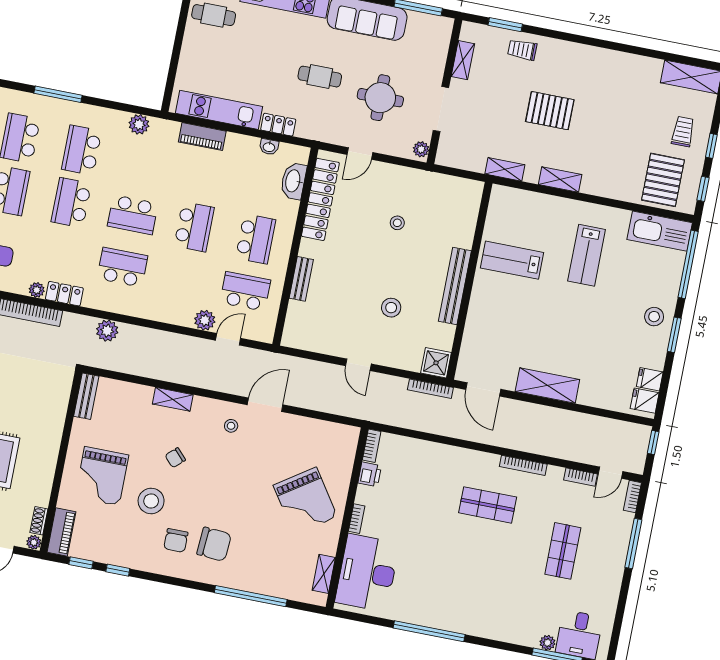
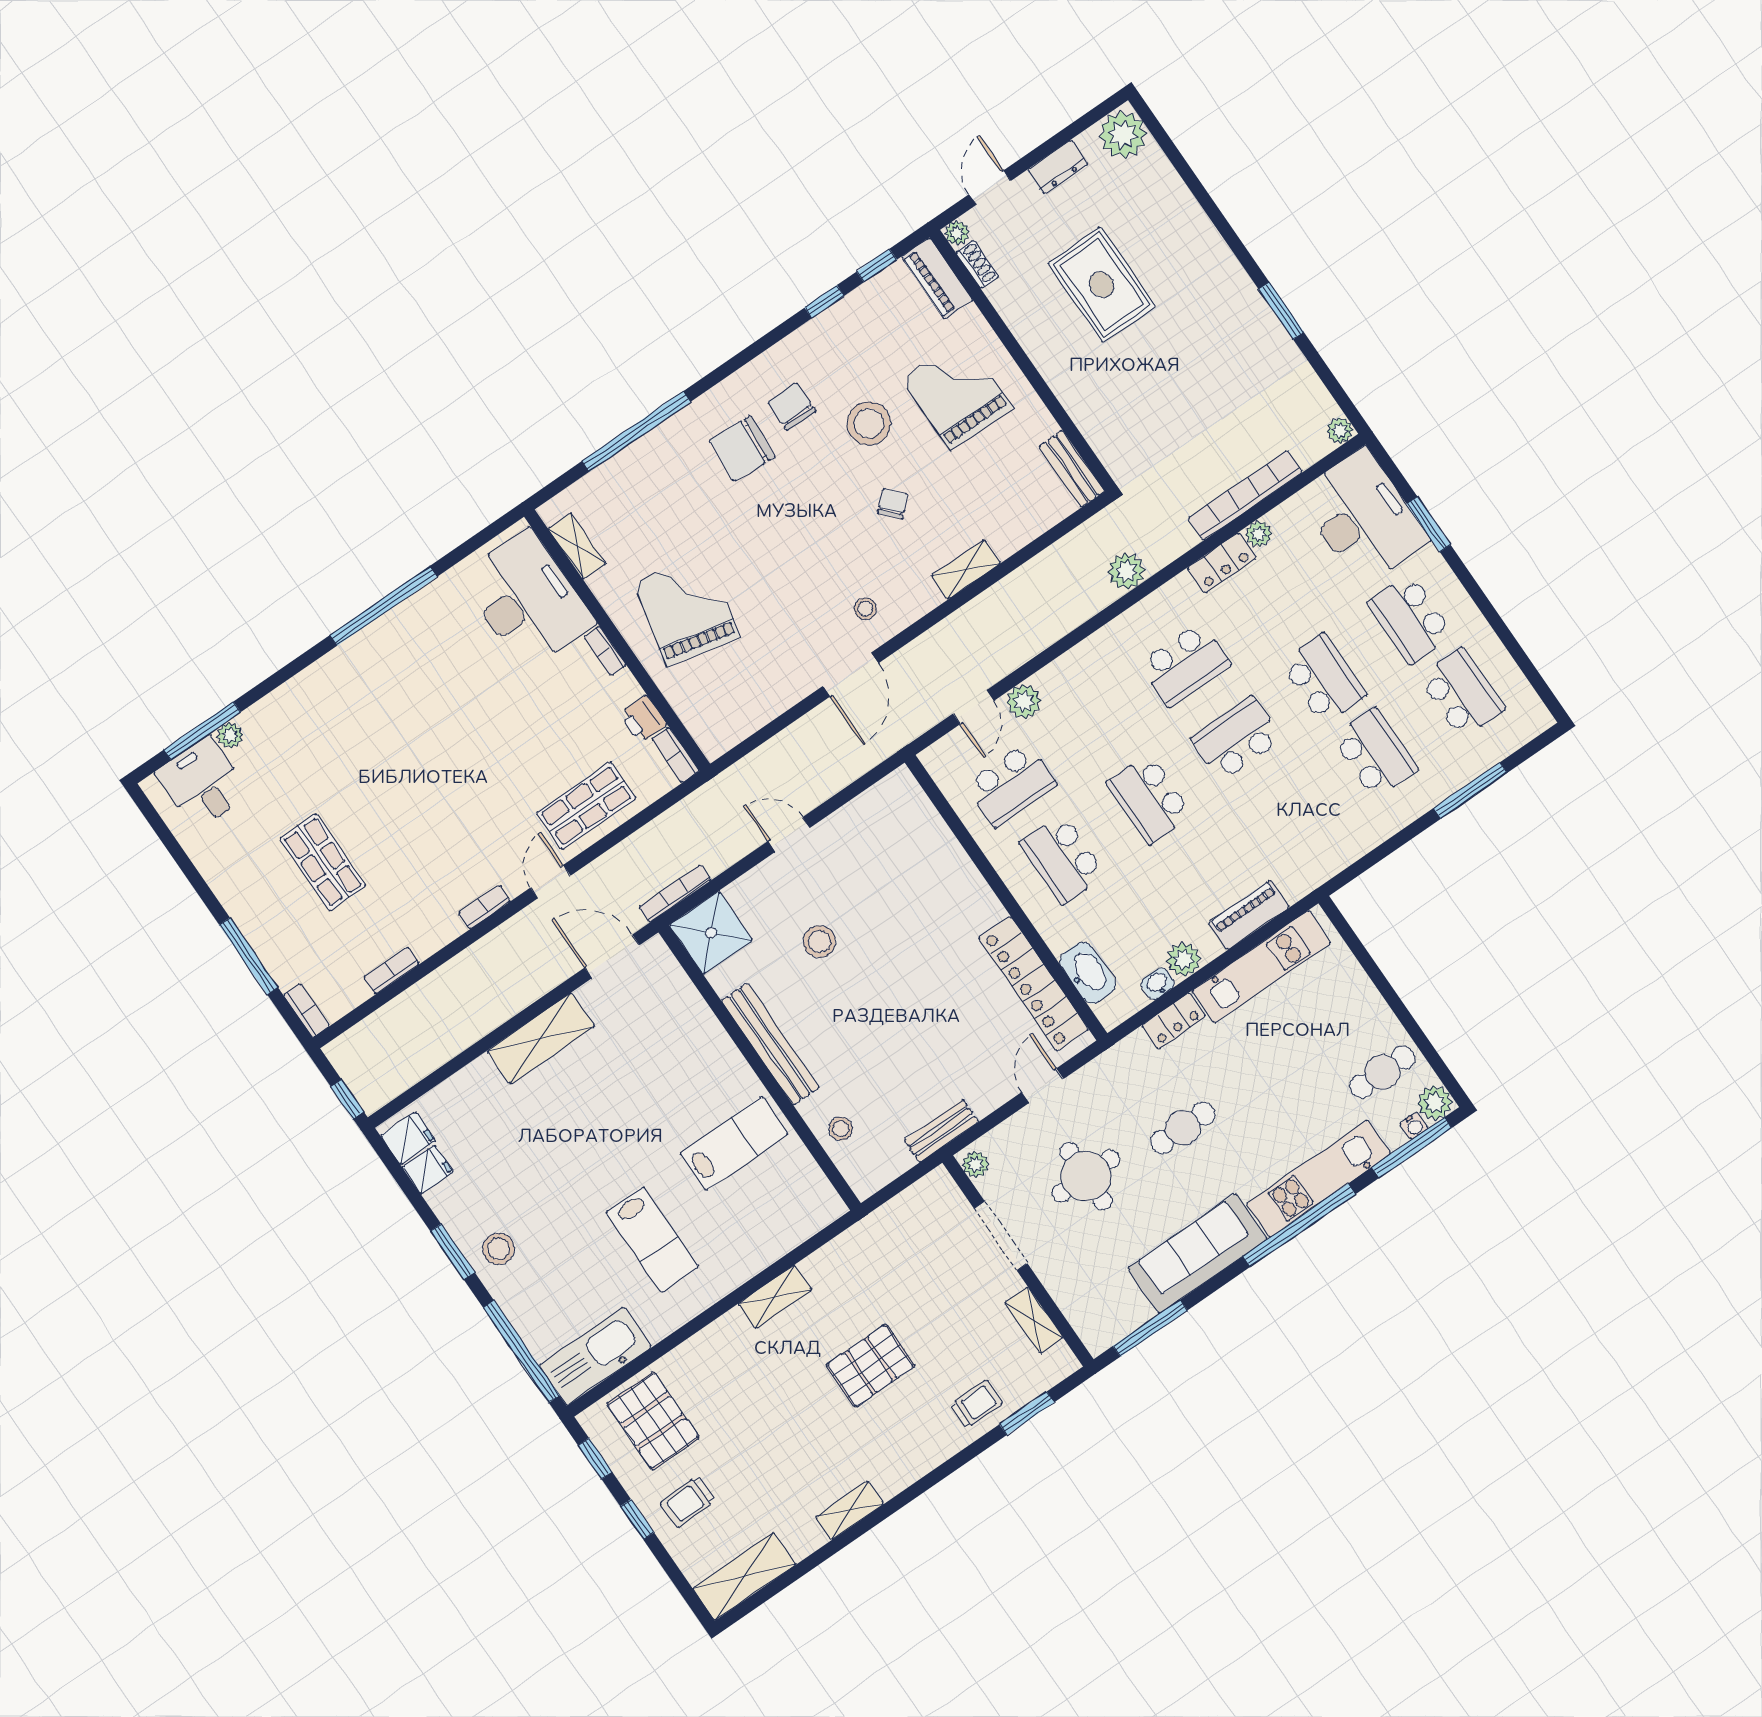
plant: (139, 124) -> (1184, 960), moved
trolley: (683, 132) -> (688, 1502), turned 88
shelving: (505, 169) -> (850, 1510), moved
stool: (397, 223) -> (841, 1129), moved
lab bench: (587, 255) -> (652, 1240), turned 180
bench: (301, 279) -> (941, 1131), moved, turned 90
shower: (436, 363) -> (711, 933), width x1.36, depth x1.36
bookcase: (523, 465) -> (485, 907), width x0.64
door: (611, 473) -> (551, 882), moved
grand piano: (305, 501) -> (687, 610), turned 47
shop shelf: (488, 505) -> (586, 806), moved

